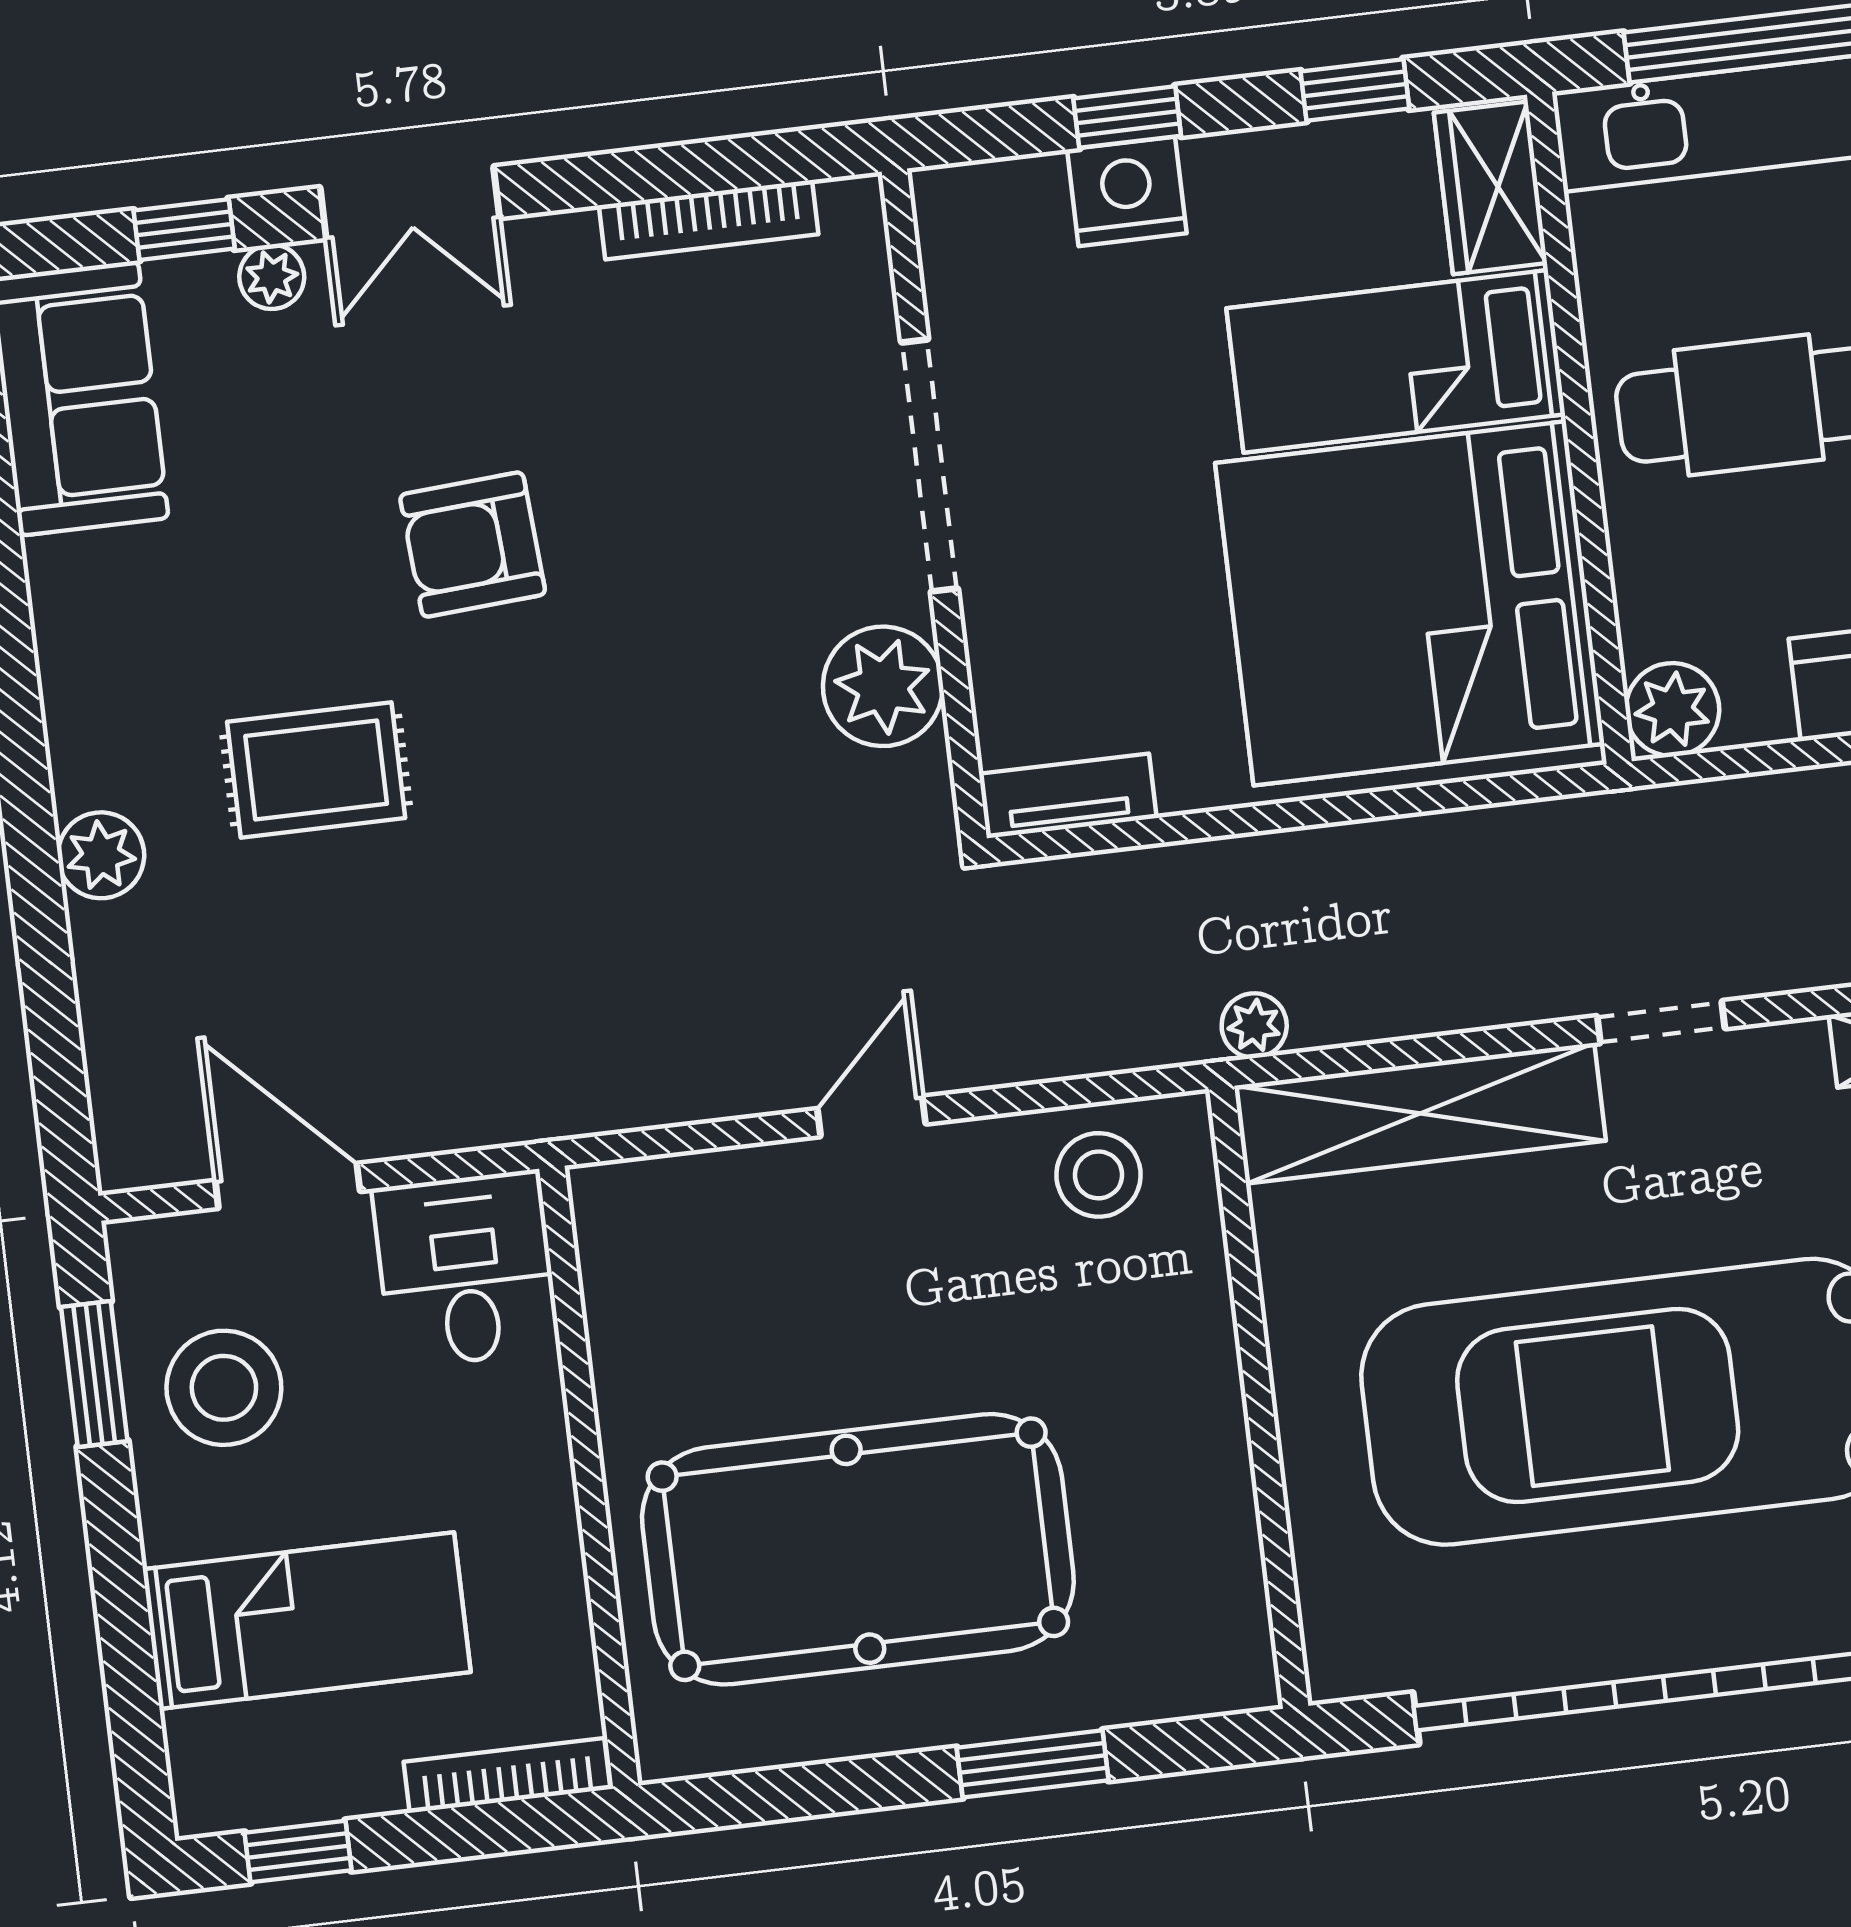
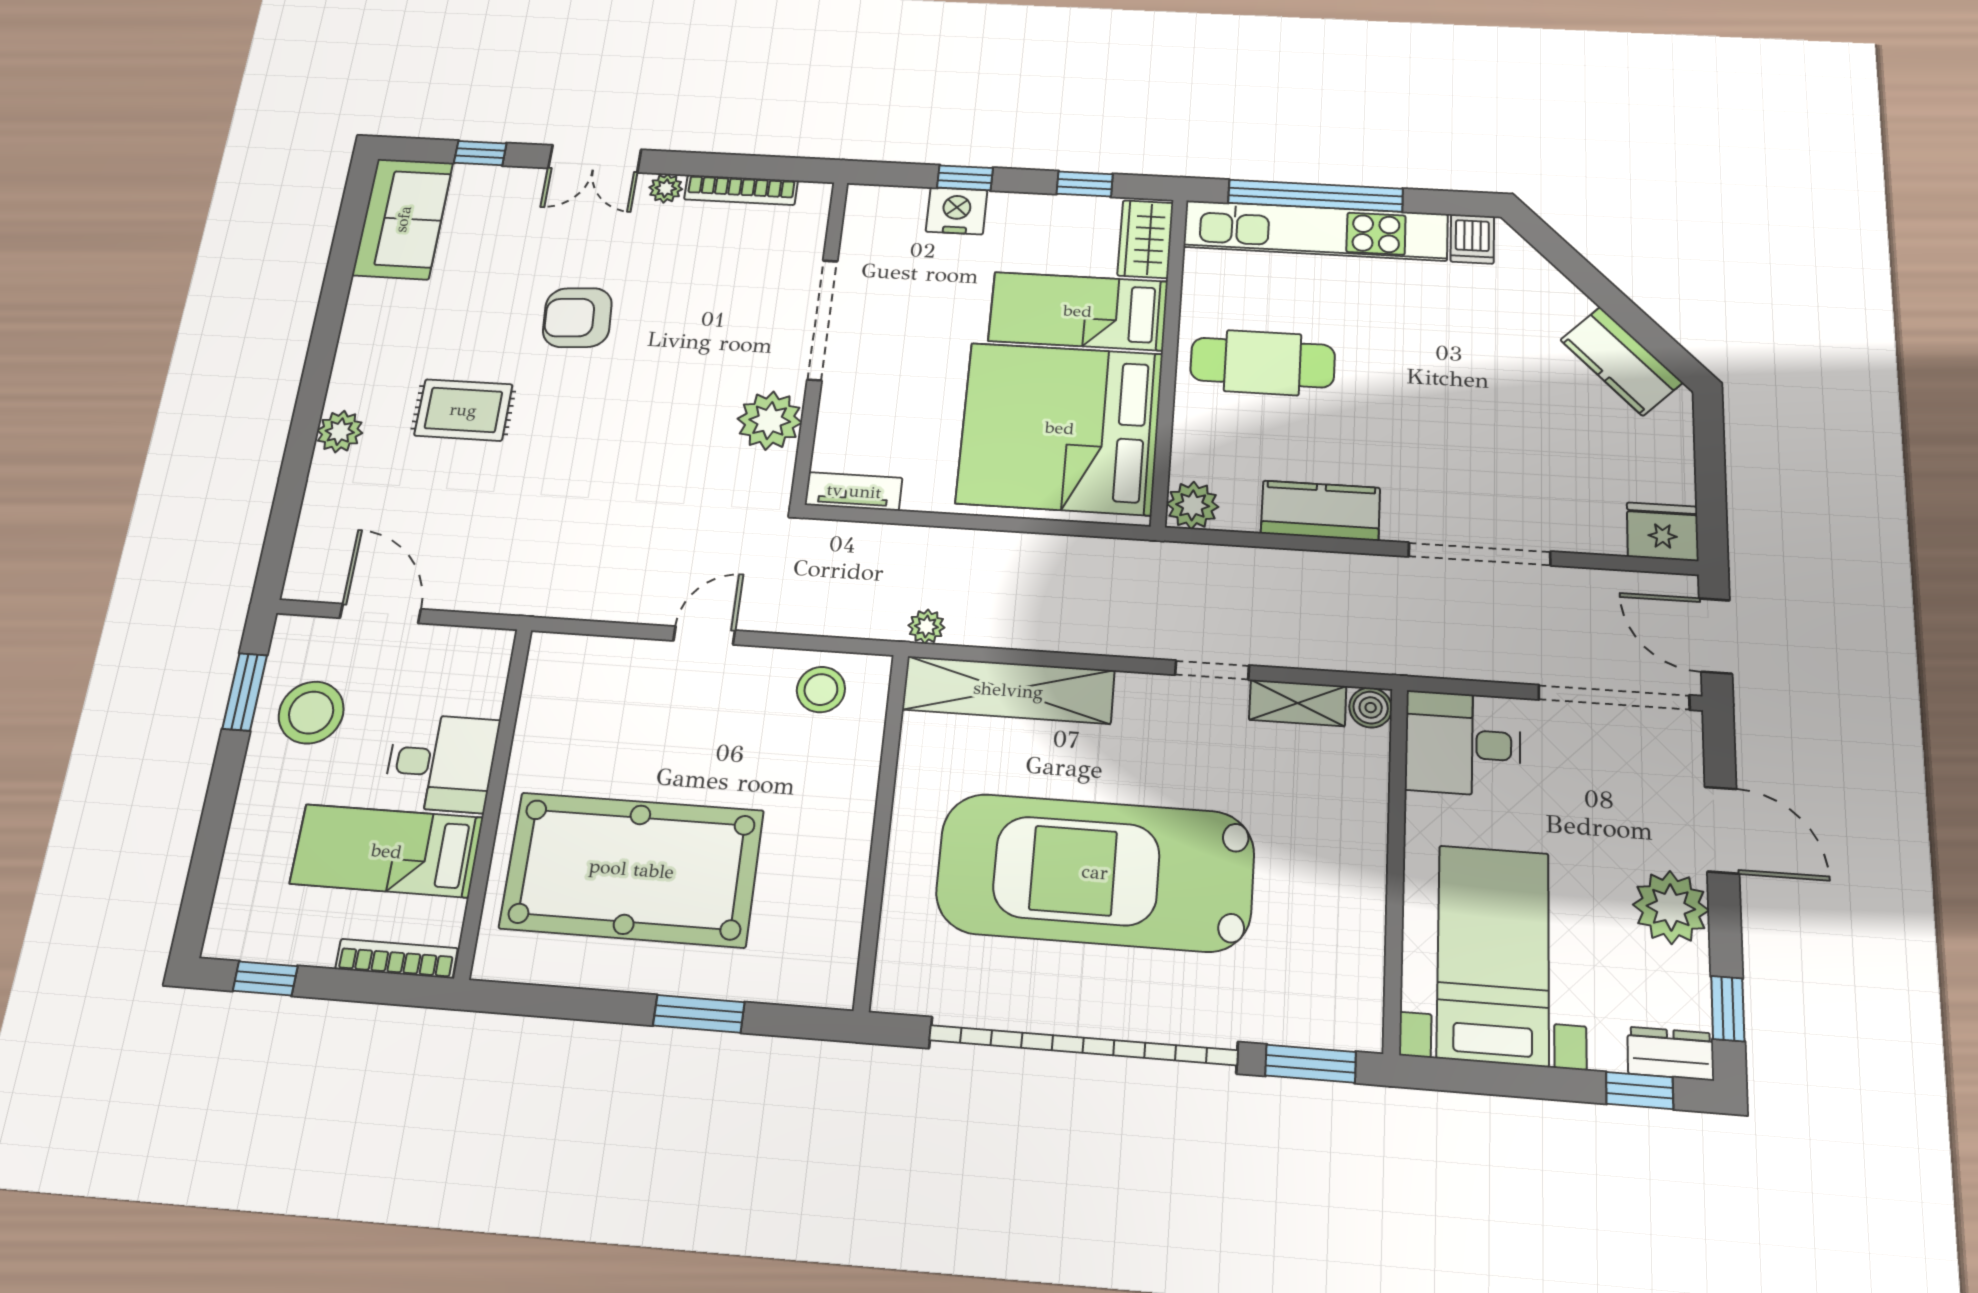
plant: (272, 277) -> (666, 188), moved
doorway: (1661, 1022) -> (1212, 670), moved
desk: (466, 1269) -> (441, 763), moved, turned 90
bed: (307, 1621) -> (387, 851), moved, turned 180

